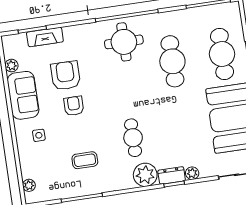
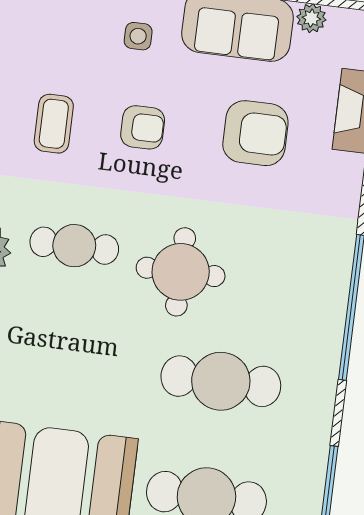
round table: (124, 42) -> (181, 272), moved
armchair: (74, 106) -> (143, 127), moved

